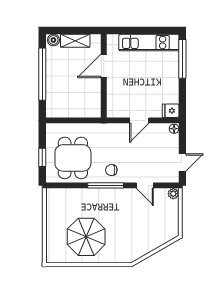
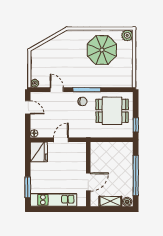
window: (182, 59) -> (28, 187), width x0.69
fridge: (171, 111) -> (39, 152), width x1.88, depth x1.34
window: (42, 157) -> (136, 125), moved
dining table: (73, 158) -> (112, 111), turned 90
door: (182, 162) -> (28, 107), swing flipped
plant: (53, 256) -> (127, 35), added

